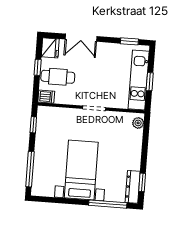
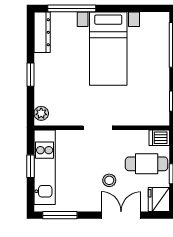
window: (129, 41) -> (60, 215), width x1.50
stool: (88, 66) -> (109, 180), added
window: (142, 182) -> (30, 75), moved

